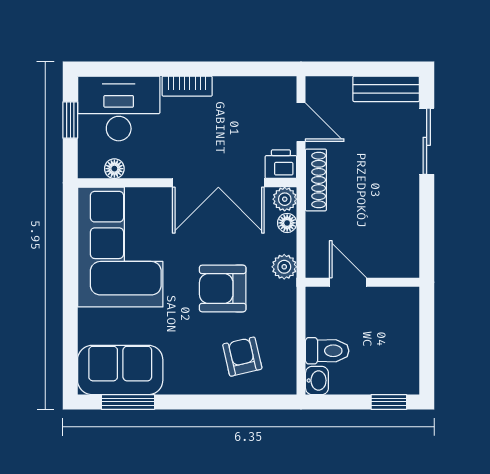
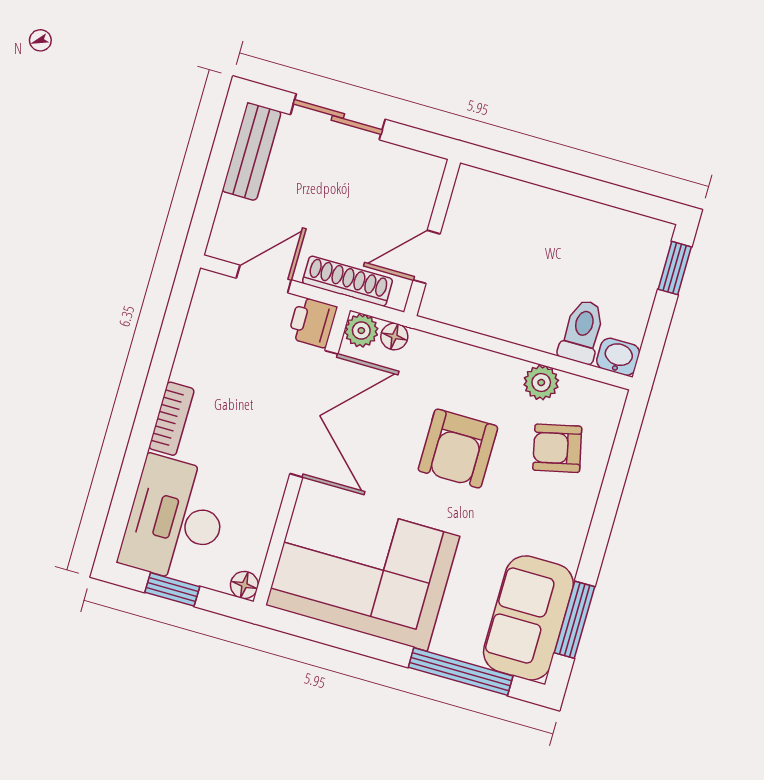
floor lamp: (114, 169) -> (244, 585), moved
plant: (284, 267) -> (541, 383), moved
door: (348, 282) -> (427, 257), moved
wall: (362, 282) -> (432, 237), moved
window: (70, 334) -> (461, 672), added

